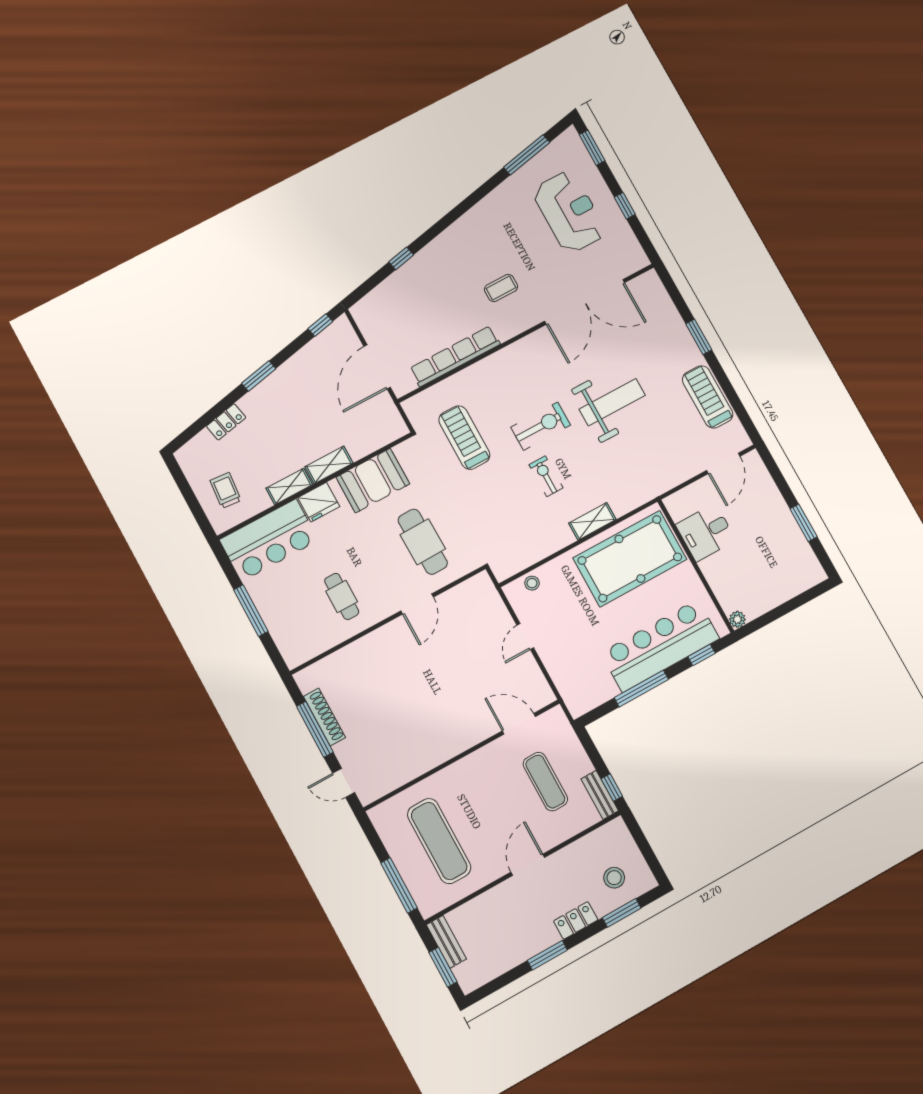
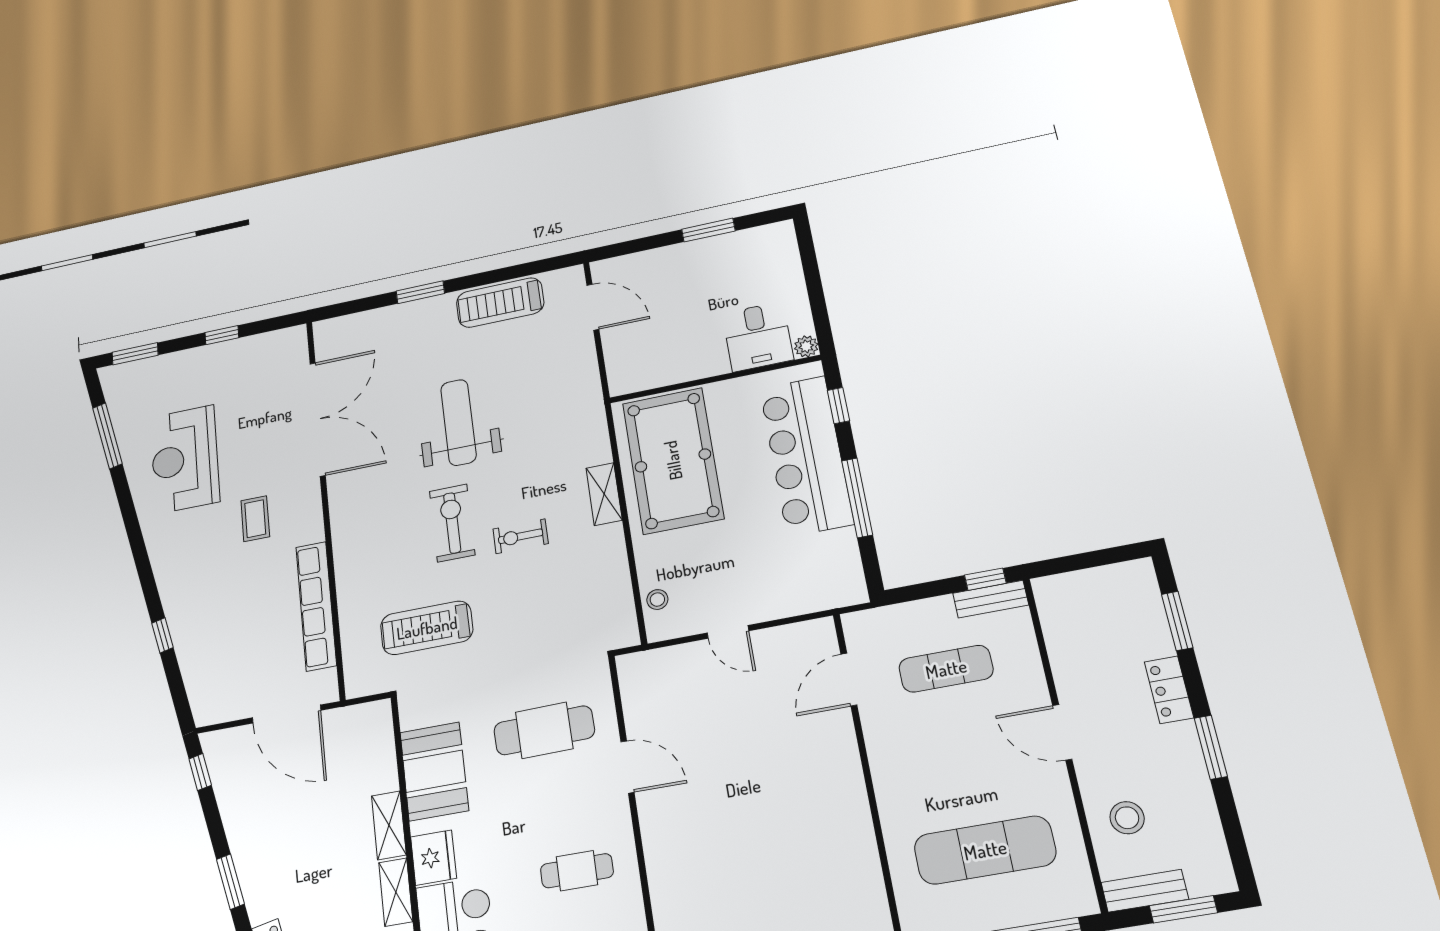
reception desk: (569, 212) -> (185, 459), moved, turned -90
desk: (706, 532) -> (758, 337), moved
stool: (614, 878) -> (1127, 818), moved

